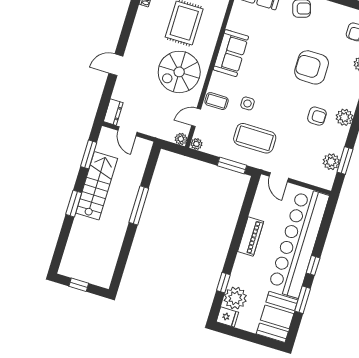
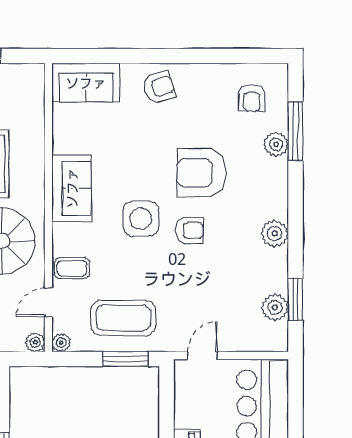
side table: (247, 103) -> (141, 219), moved, width x1.87, depth x1.87
armchair: (317, 116) -> (190, 231), moved
coffee table: (255, 138) -> (123, 318), moved
door: (279, 177) -> (202, 355), swing flipped

